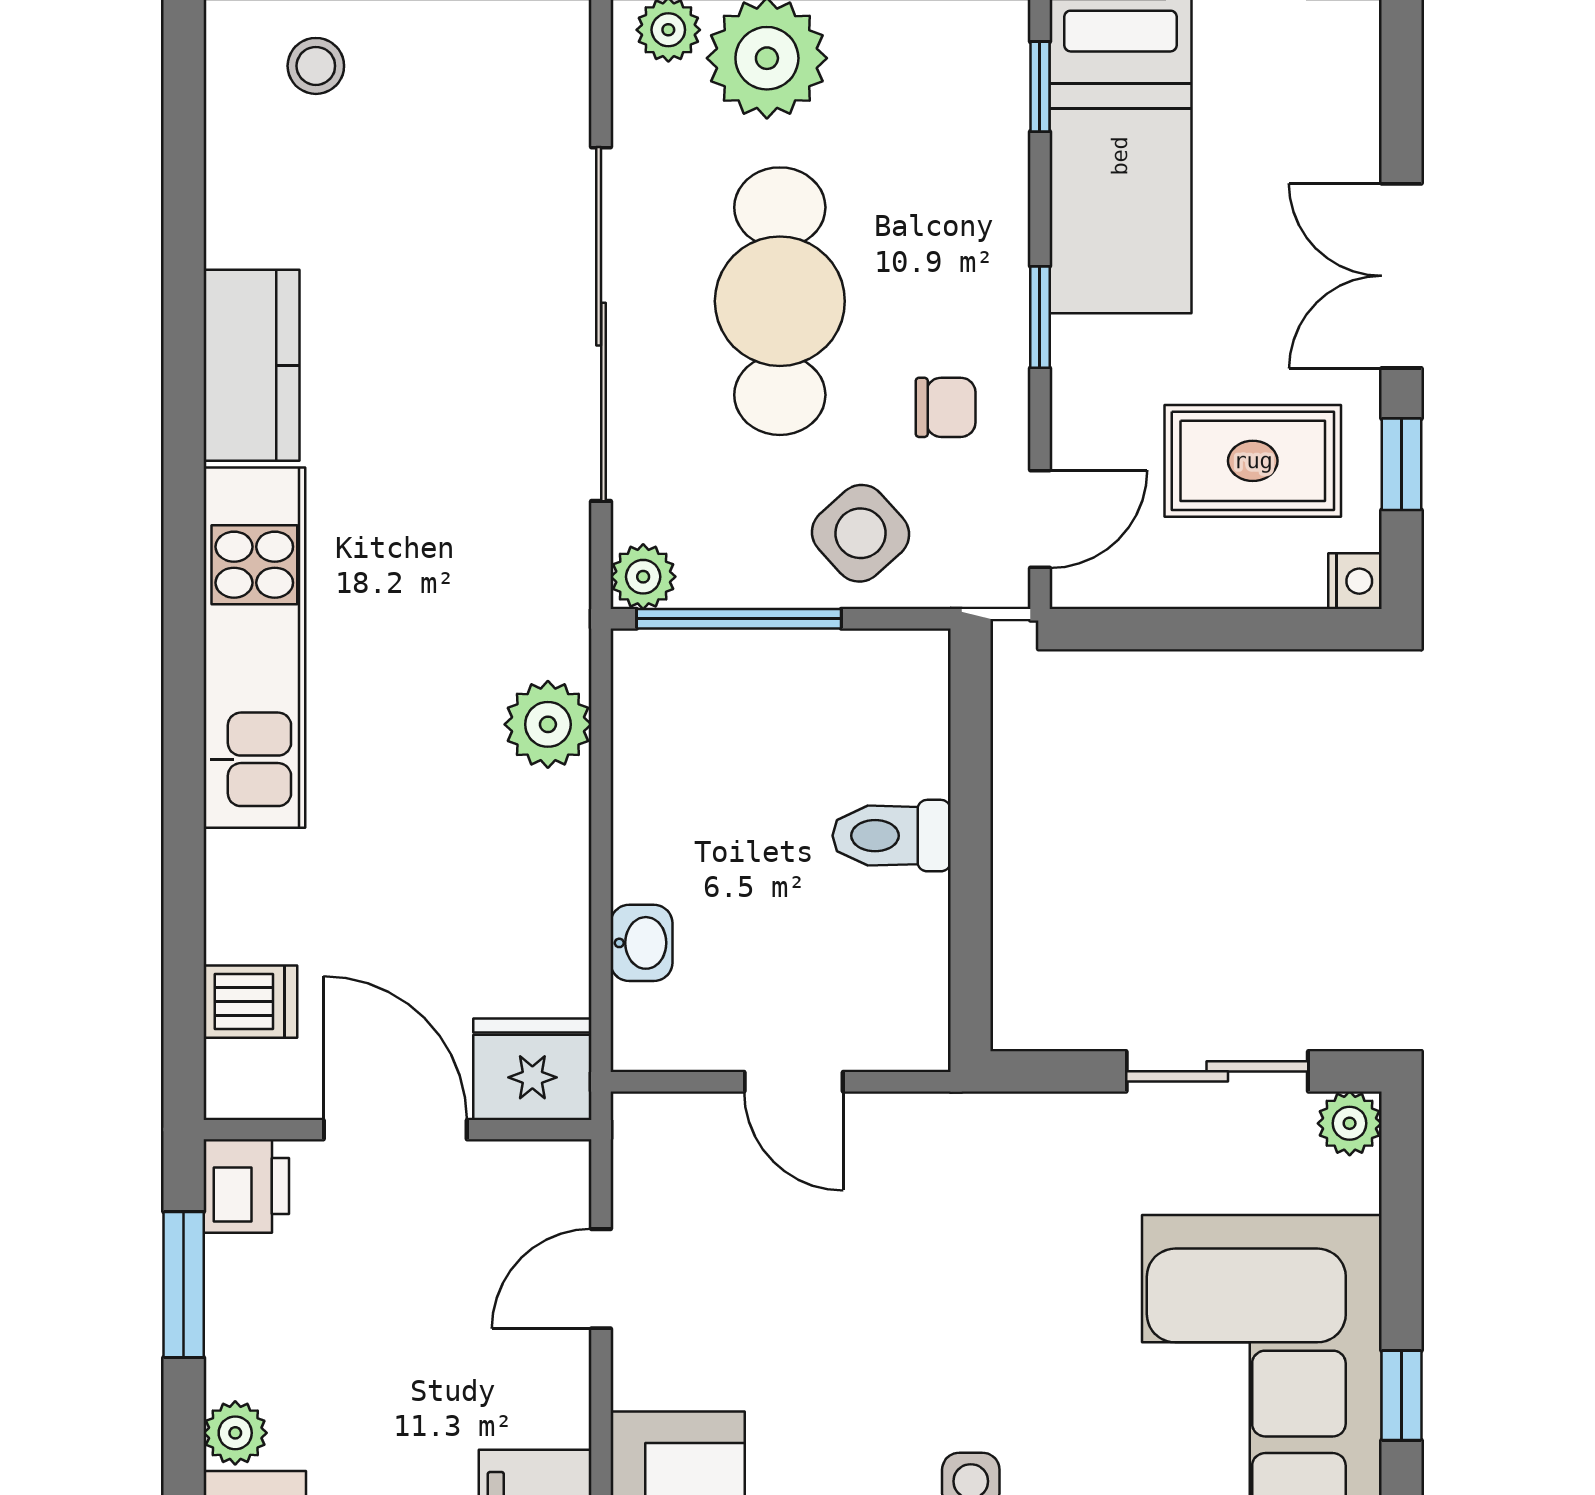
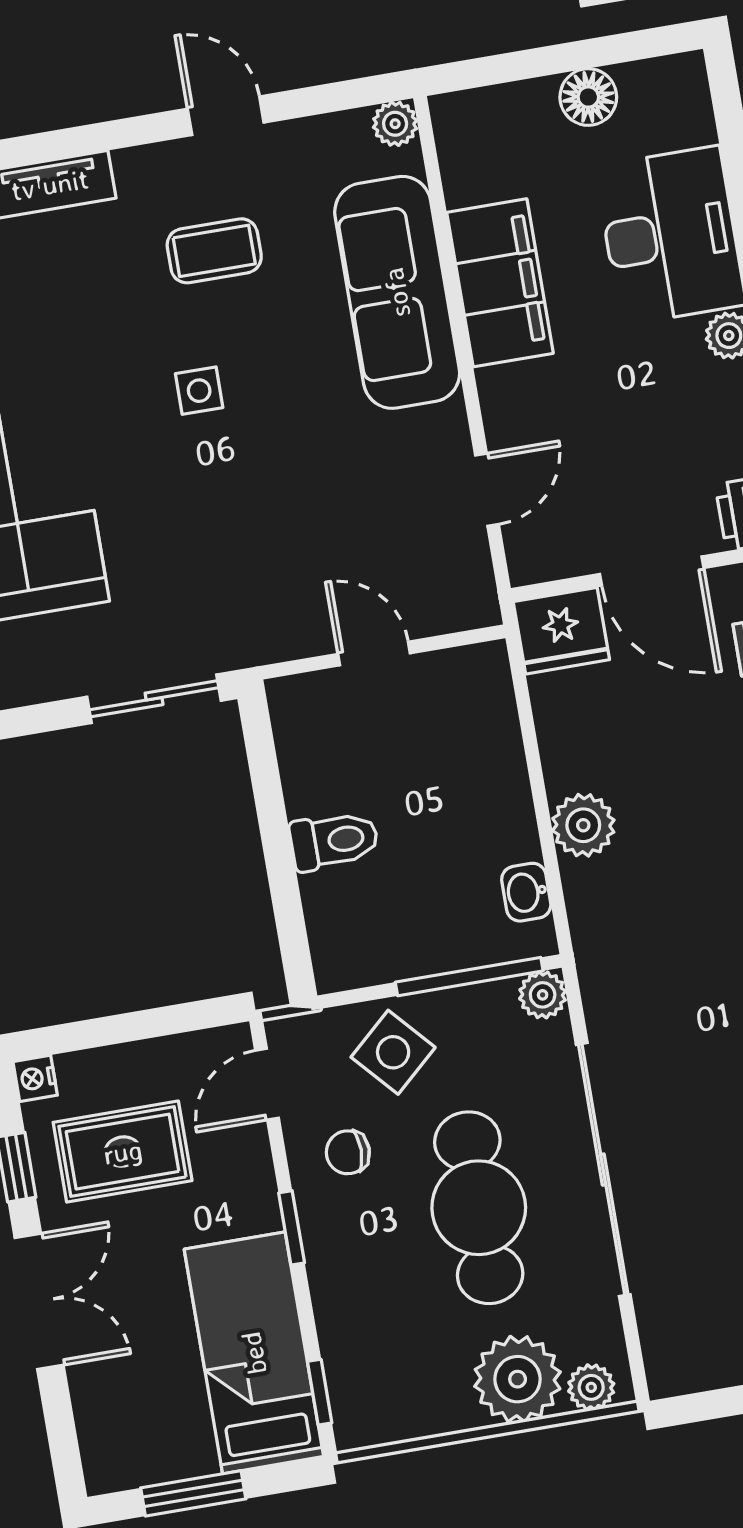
plant: (548, 724) -> (583, 825), moved
washbasin: (641, 943) -> (526, 892), moved
sliding door: (1217, 1071) -> (154, 699), moved

